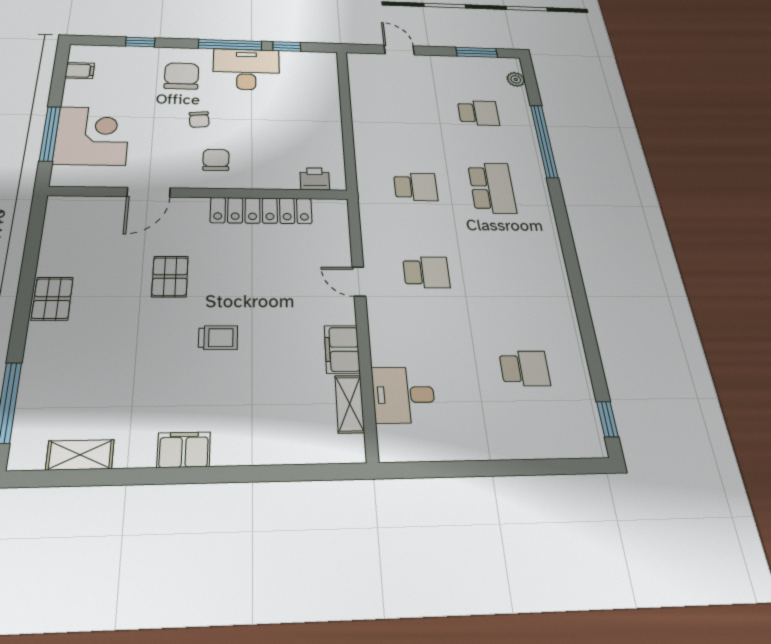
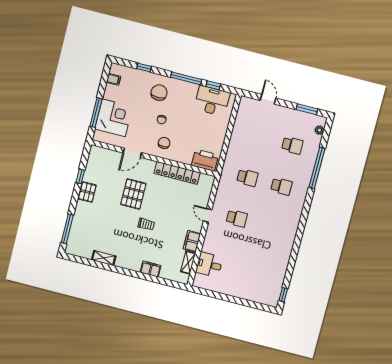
desk: (246, 69) -> (212, 101), moved
printer: (315, 179) -> (205, 160), width x1.87, depth x1.48
school desk: (492, 188) -> (281, 186), width x0.54
window: (29, 267) -> (80, 176), added
pallet: (170, 277) -> (133, 194), width x1.50, depth x1.42
school desk: (525, 368) -> (260, 268), removed
filing cabinet: (184, 450) -> (151, 269), moved
shelving: (80, 455) -> (104, 258), moved

